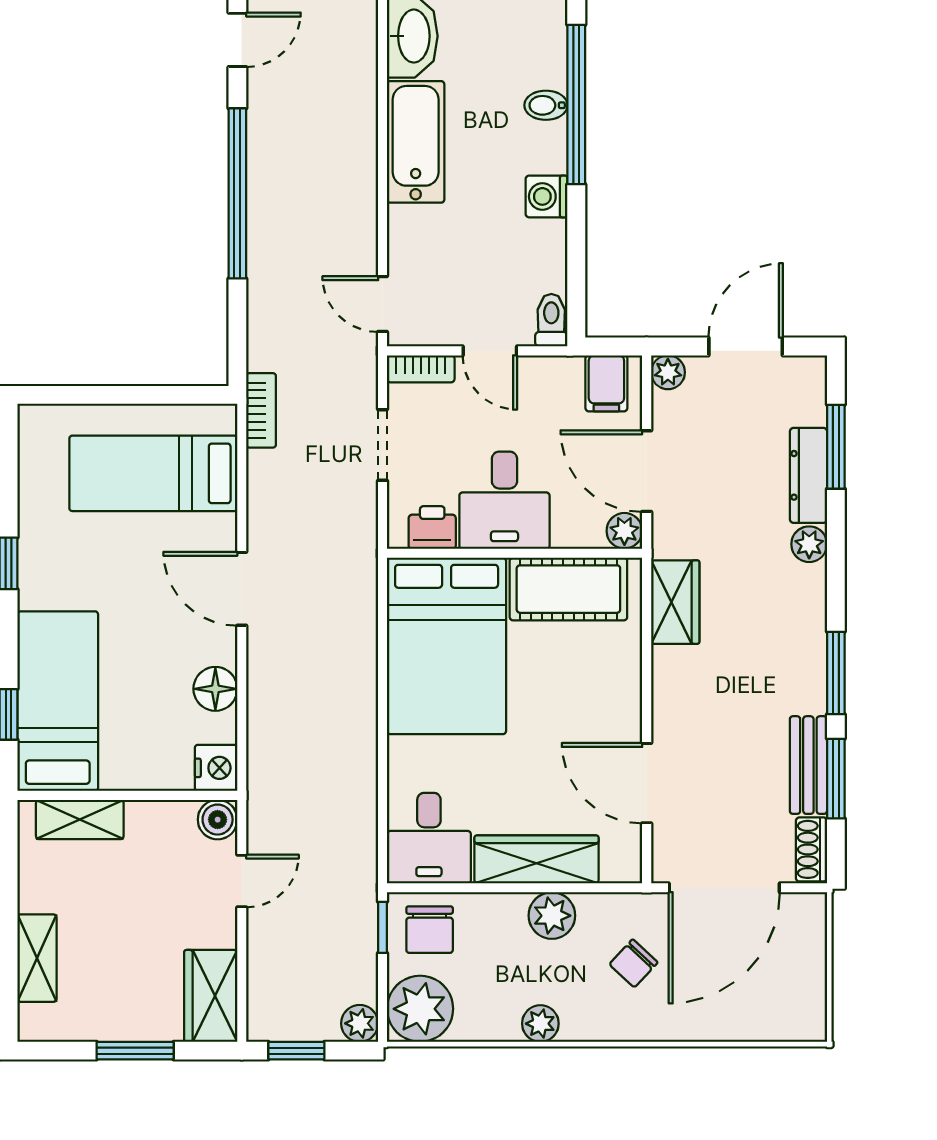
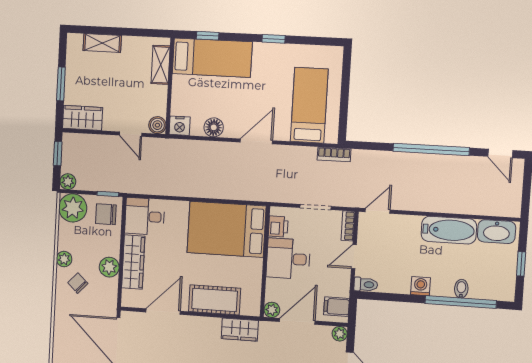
cot: (568, 589) -> (215, 300), moved, turned 90
chair: (633, 963) -> (78, 283), moved

